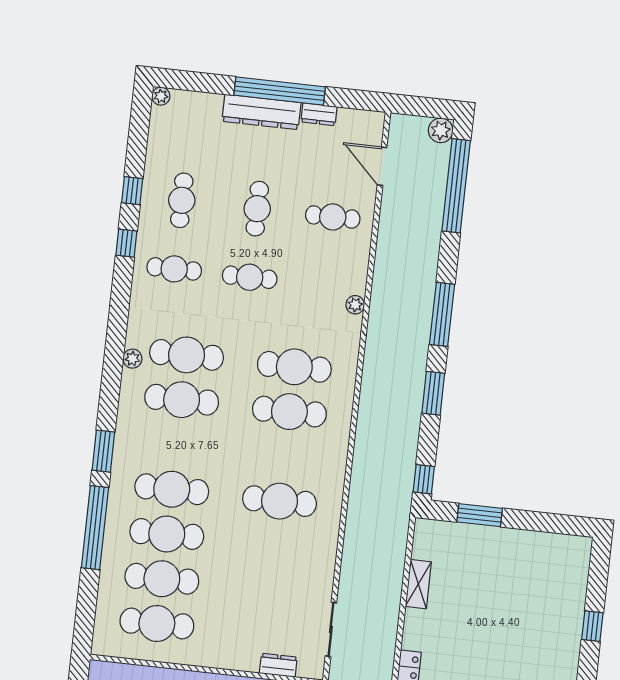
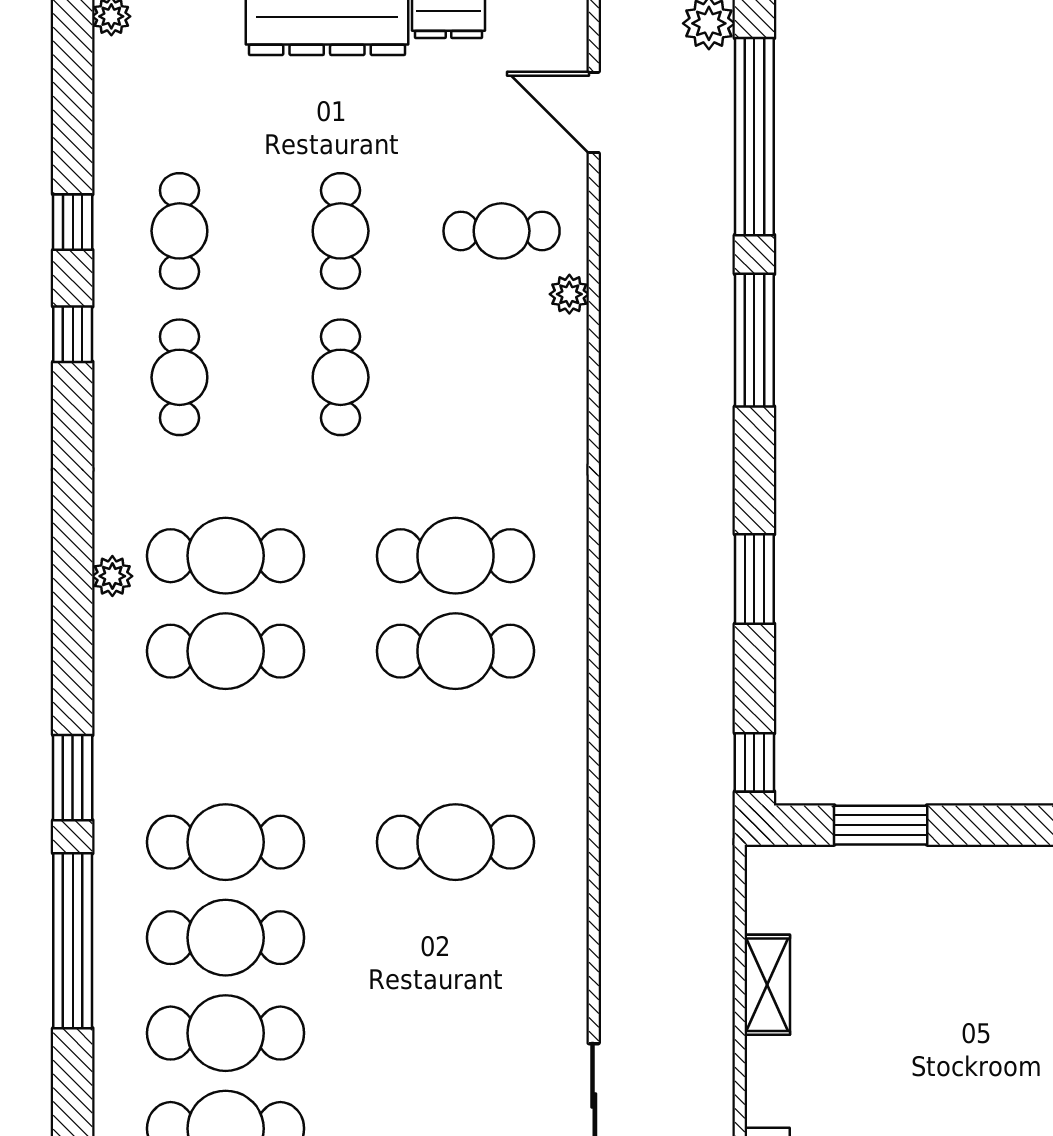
cafe table: (174, 269) -> (179, 377), turned 90
cafe table: (250, 277) -> (341, 377), turned 90
plant: (355, 305) -> (569, 294), moved
window: (442, 314) -> (754, 340), moved

